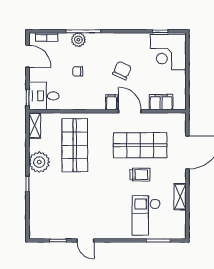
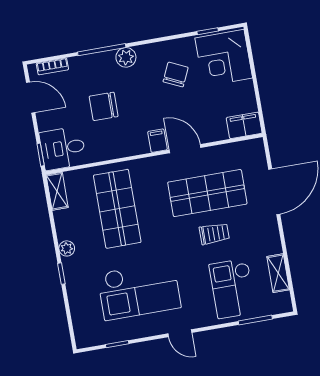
plant: (78, 40) -> (126, 57), moved
chair: (78, 71) -> (104, 106), width x1.87, depth x1.87
chair: (122, 71) -> (176, 75), moved
filing cabinet: (161, 102) -> (244, 125), moved
plant: (39, 162) -> (67, 248), width x0.53, depth x0.53
shelving: (180, 197) -> (278, 273), moved
checkout: (80, 205) -> (139, 291), added
door: (85, 240) -> (180, 333), moved

